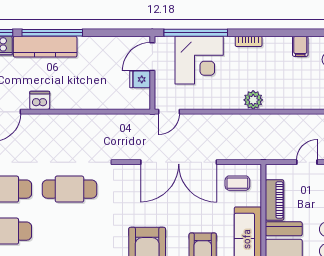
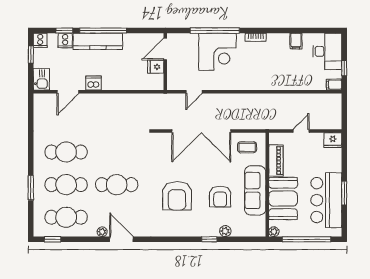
door: (152, 57) -> (165, 49), moved
wall: (152, 73) -> (165, 62), moved
fridge: (140, 79) -> (156, 67), moved
plant: (253, 100) -> (259, 83), removed
cafe table: (69, 189) -> (117, 185), moved

